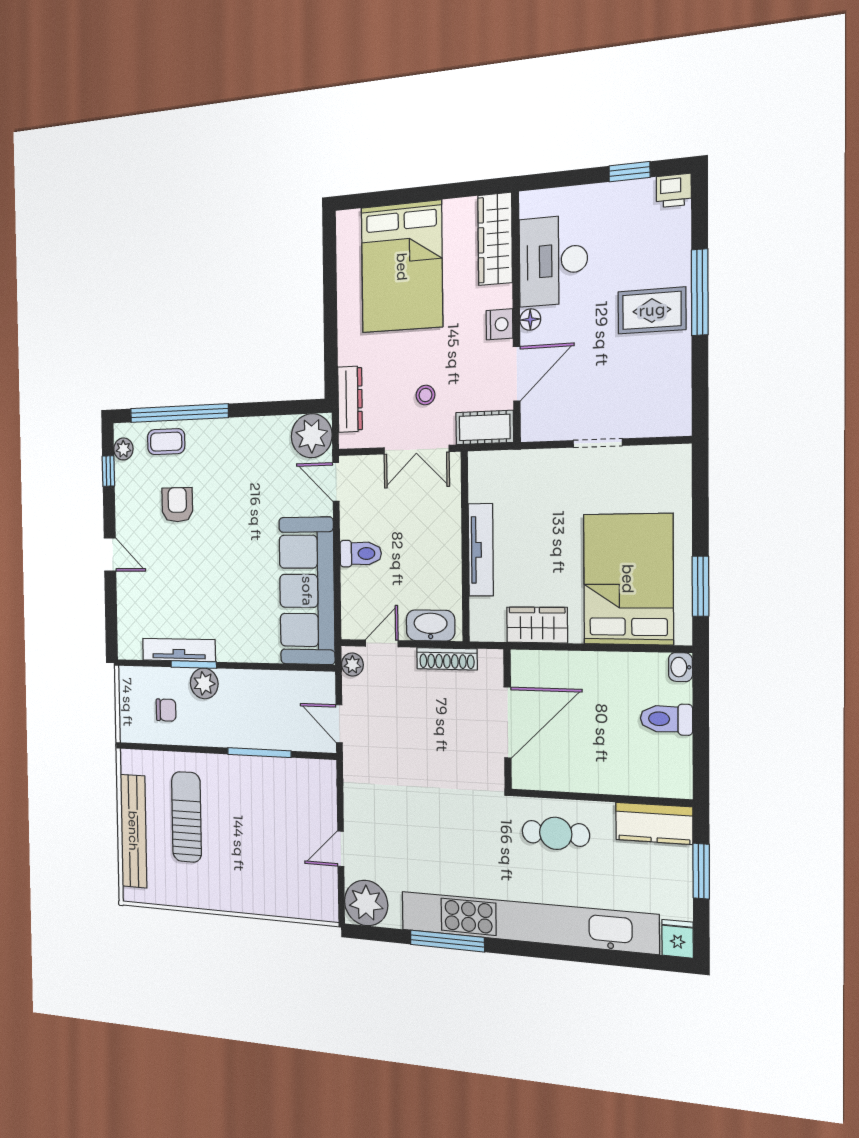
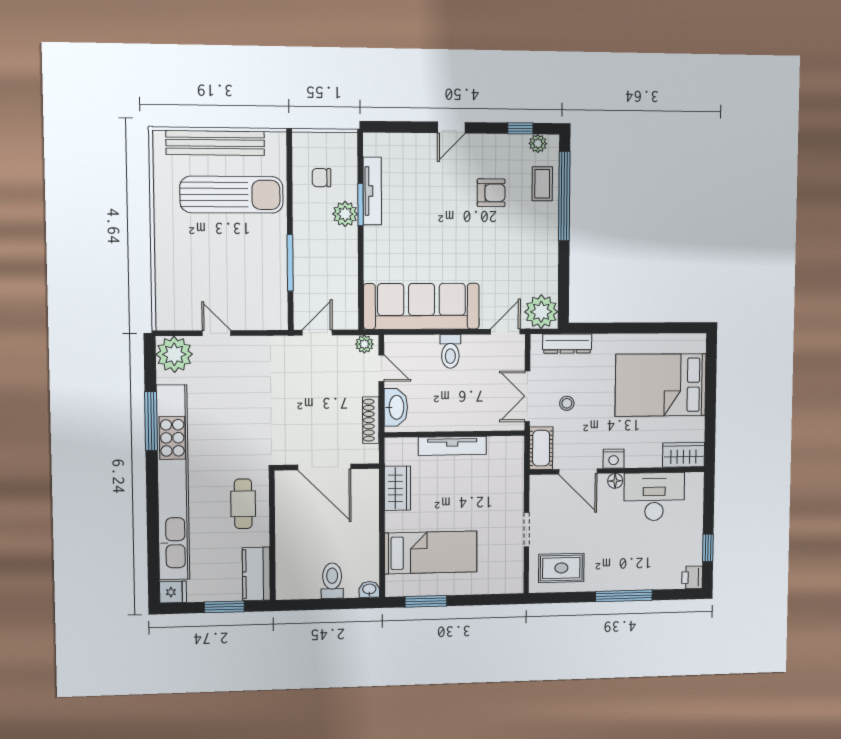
wardrobe: (495, 239) -> (684, 455), width x0.67
rug: (652, 310) -> (561, 568), moved, turned 90
bed: (628, 579) -> (431, 552), width x0.67
chair: (166, 710) -> (322, 178), turned 90
sun lounger: (186, 817) -> (232, 195), width x1.36, depth x1.34

